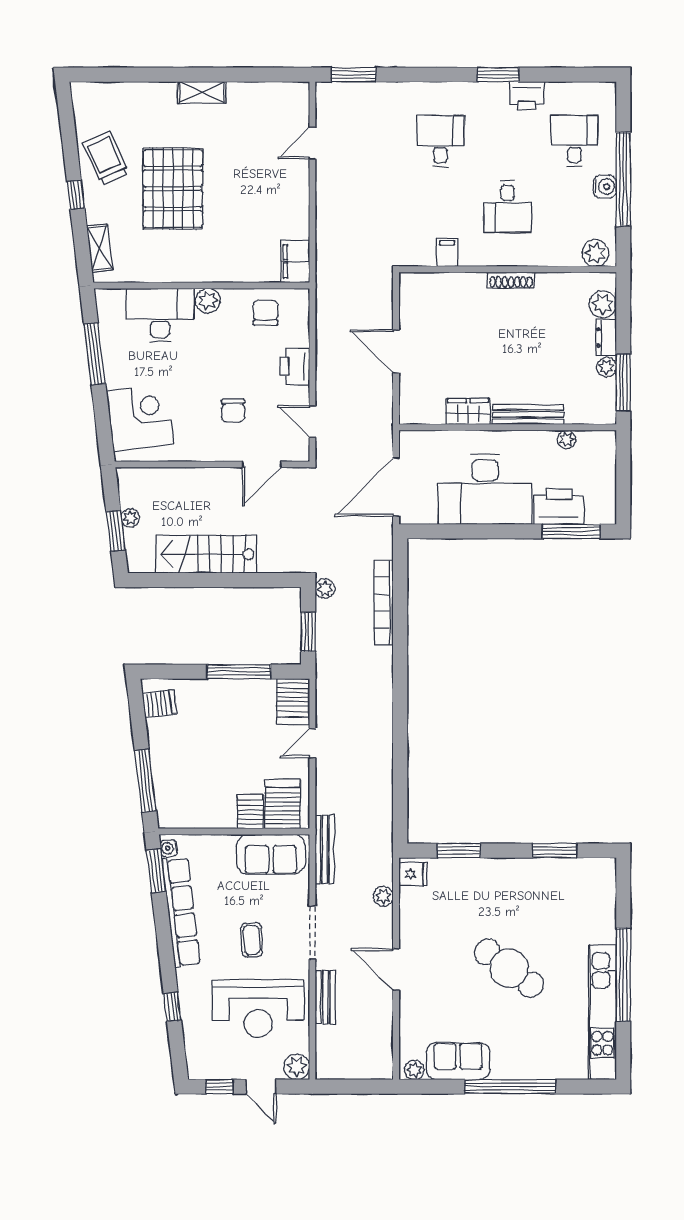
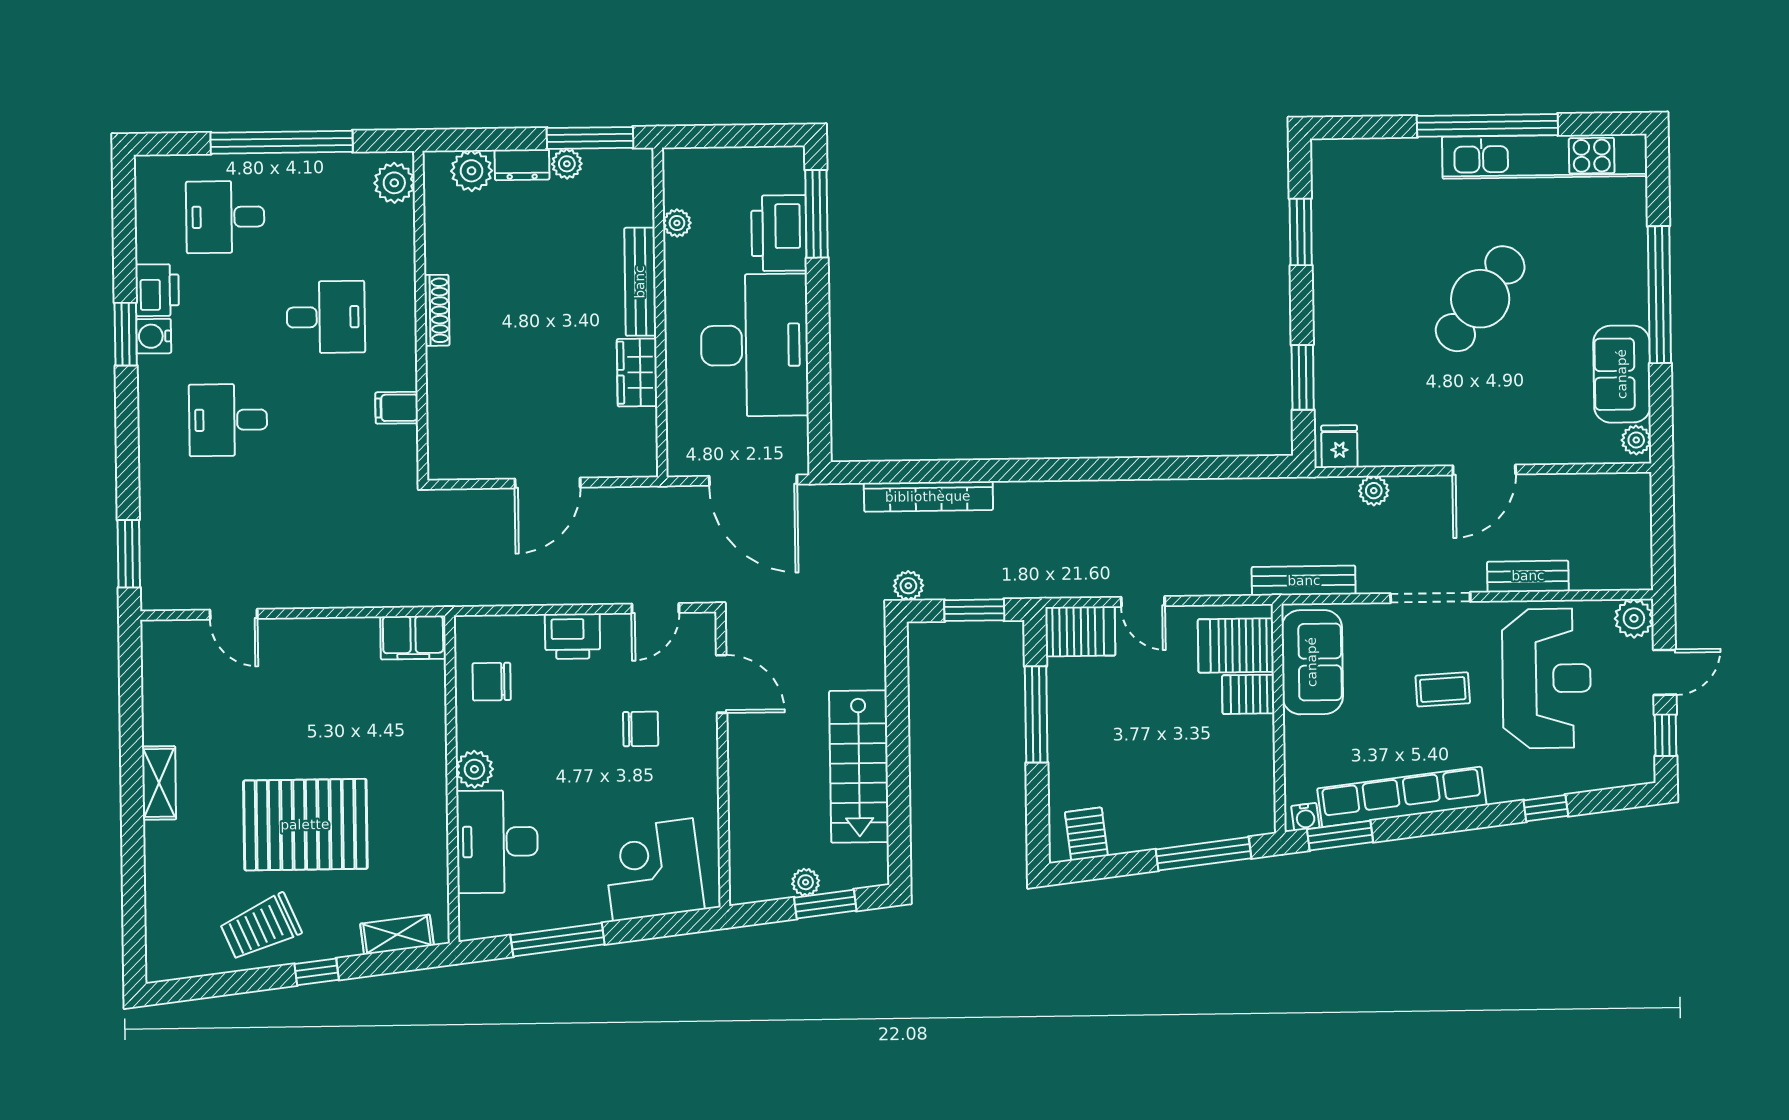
water cooler: (605, 187) -> (154, 336), moved, turned -90

